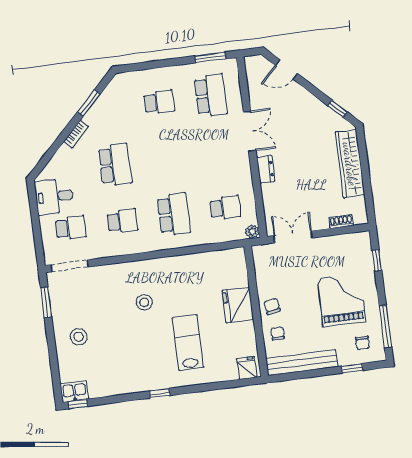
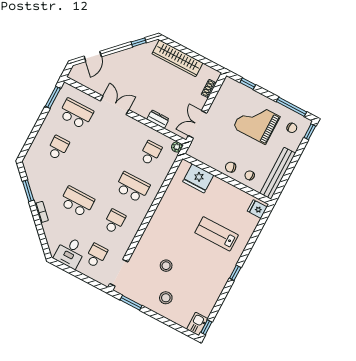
dresser: (266, 169) -> (158, 119), moved
stool: (144, 302) -> (166, 266), moved
fridge: (238, 305) -> (198, 178), moved
window: (352, 368) -> (310, 132), moved

